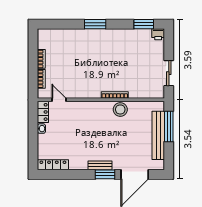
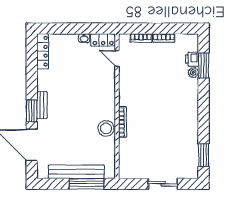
window: (95, 24) -> (204, 65), moved
plant: (71, 33) -> (193, 73), added
printer: (158, 34) -> (192, 59), moved
sliding door: (169, 73) -> (163, 184), moved
door: (59, 100) -> (117, 58), swing flipped

